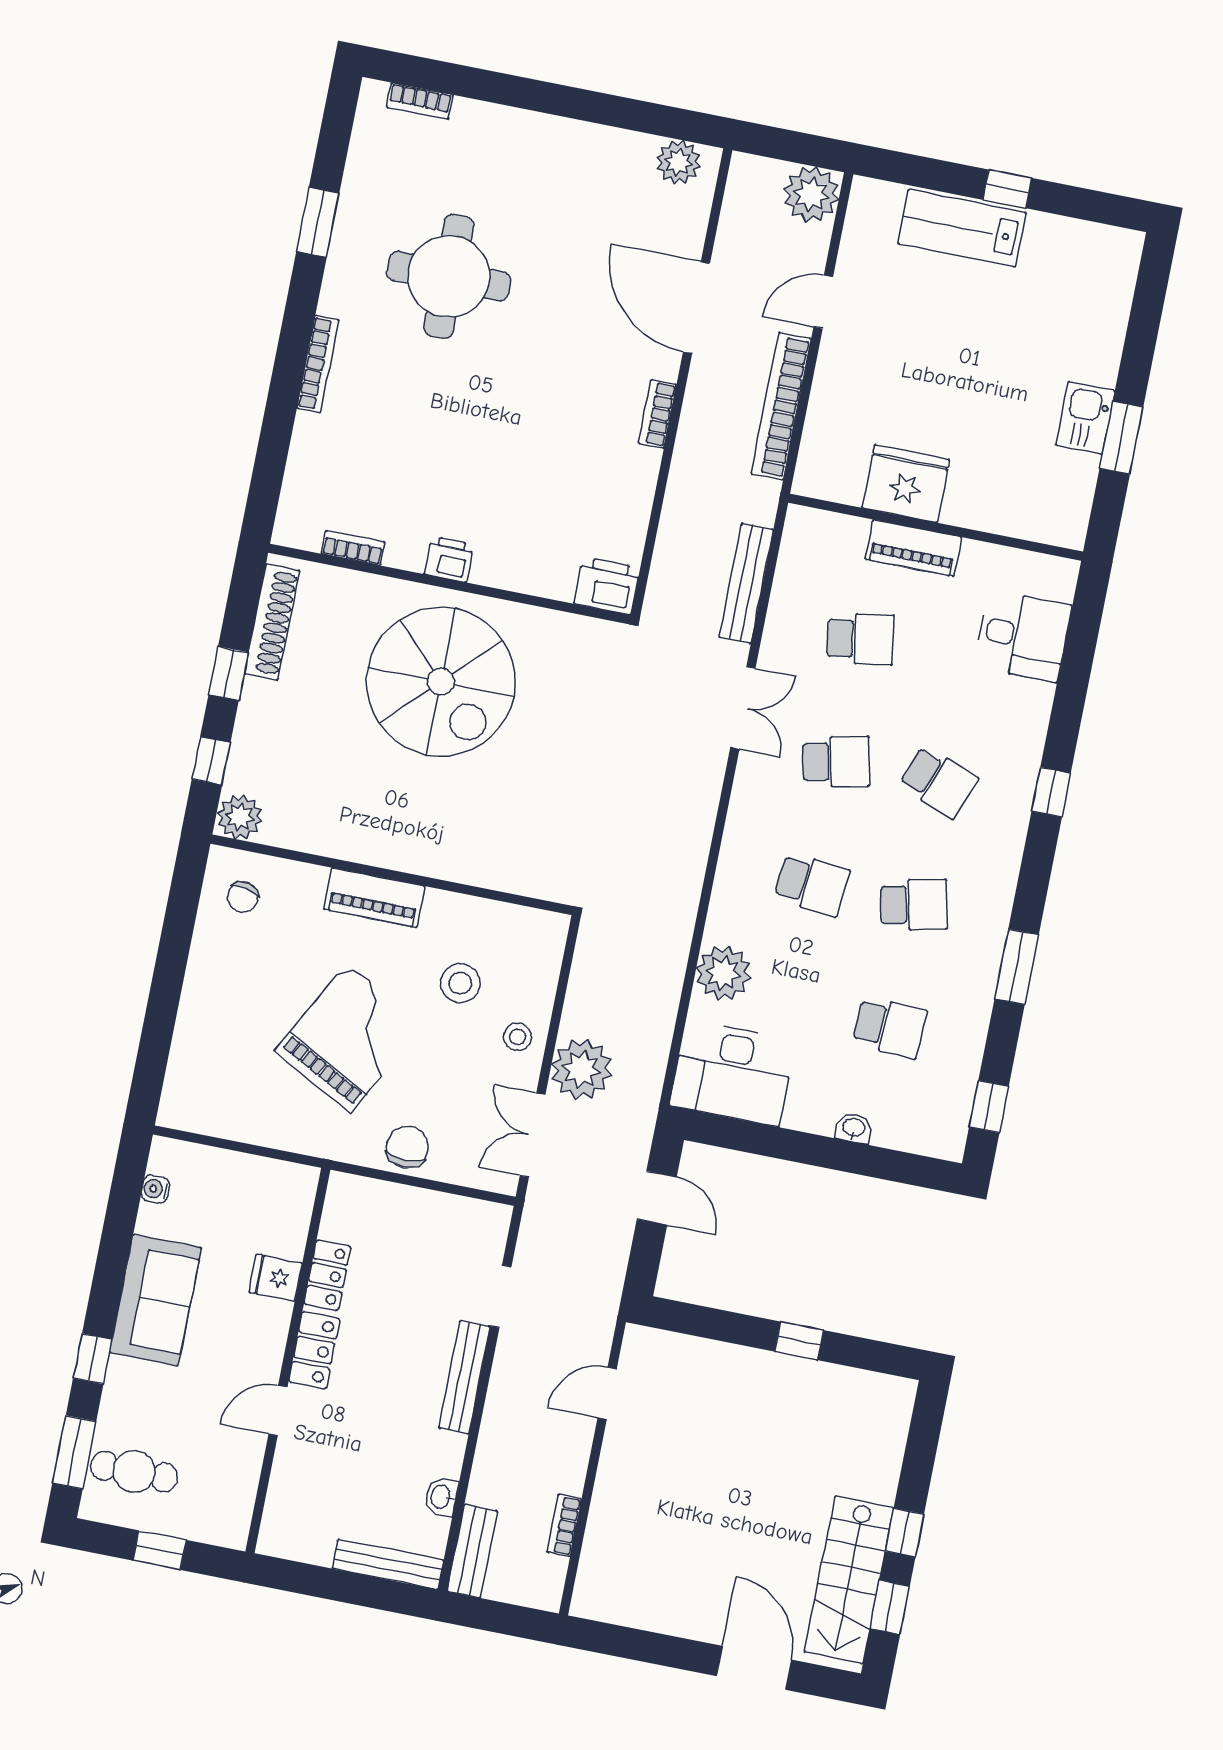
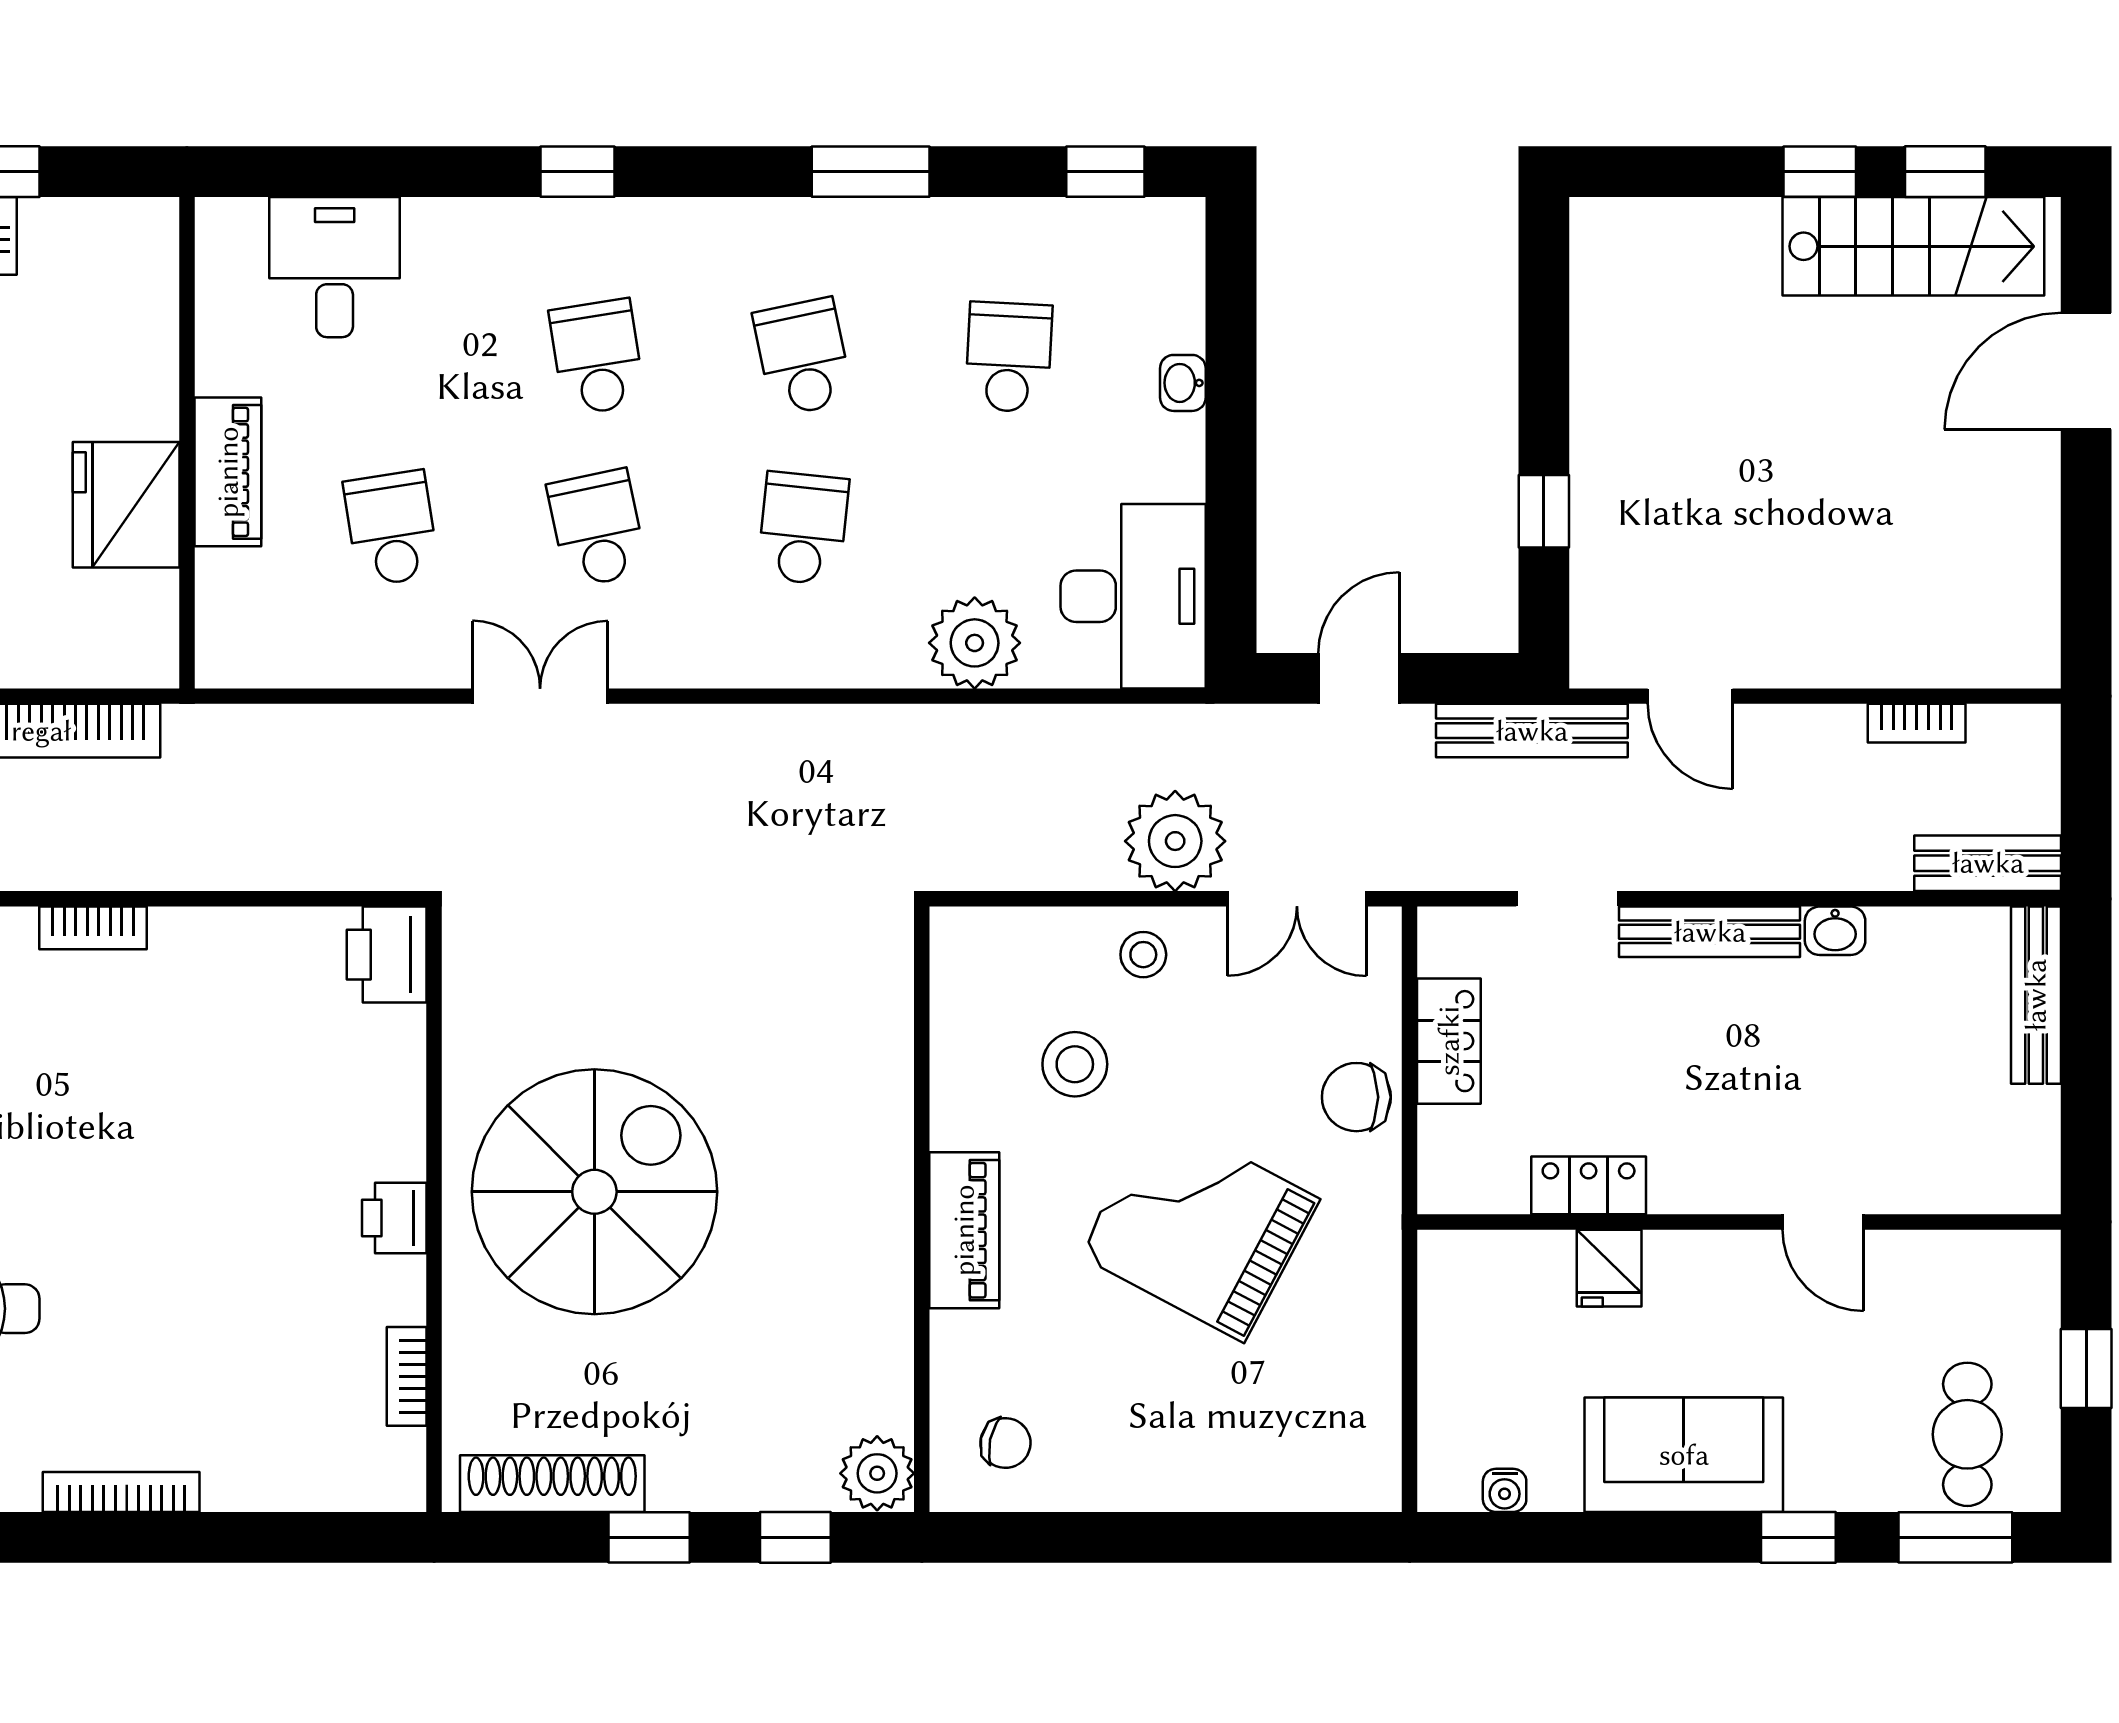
bench: (746, 583) -> (1532, 731), moved
school desk: (938, 782) -> (597, 357), turned -30
window: (799, 1341) -> (1544, 511), moved
locker: (314, 1350) -> (1449, 1041), moved, turned 90
washbasin: (441, 1497) -> (1835, 931), moved

